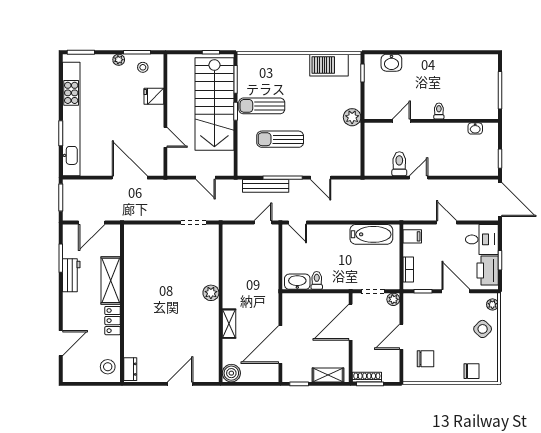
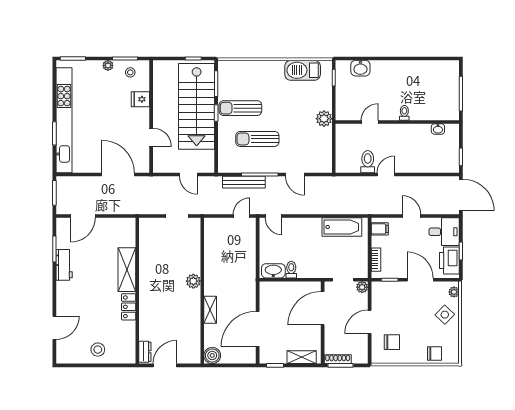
shelving: (111, 280) -> (127, 270), moved
wall: (122, 303) -> (137, 291), moved
locker: (113, 321) -> (129, 307), moved
dresser: (130, 369) -> (145, 352), moved

